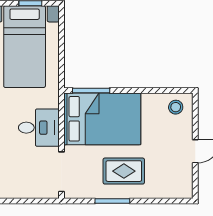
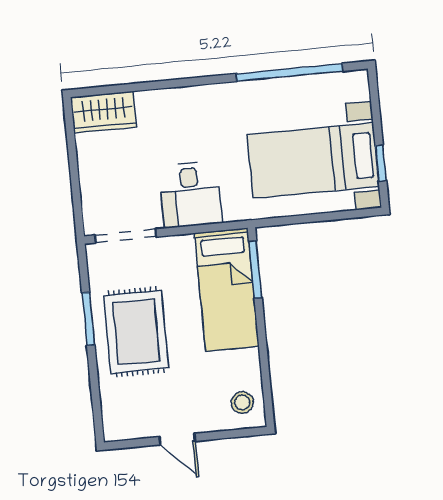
bed: (102, 119) -> (227, 290), width x0.67
rug: (124, 171) -> (136, 332), width x1.36, depth x1.43

